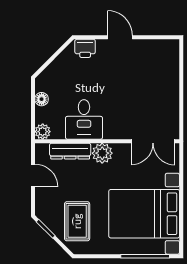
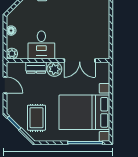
double door: (153, 141) -> (80, 61), moved
dresser: (70, 151) -> (36, 68), width x0.70

